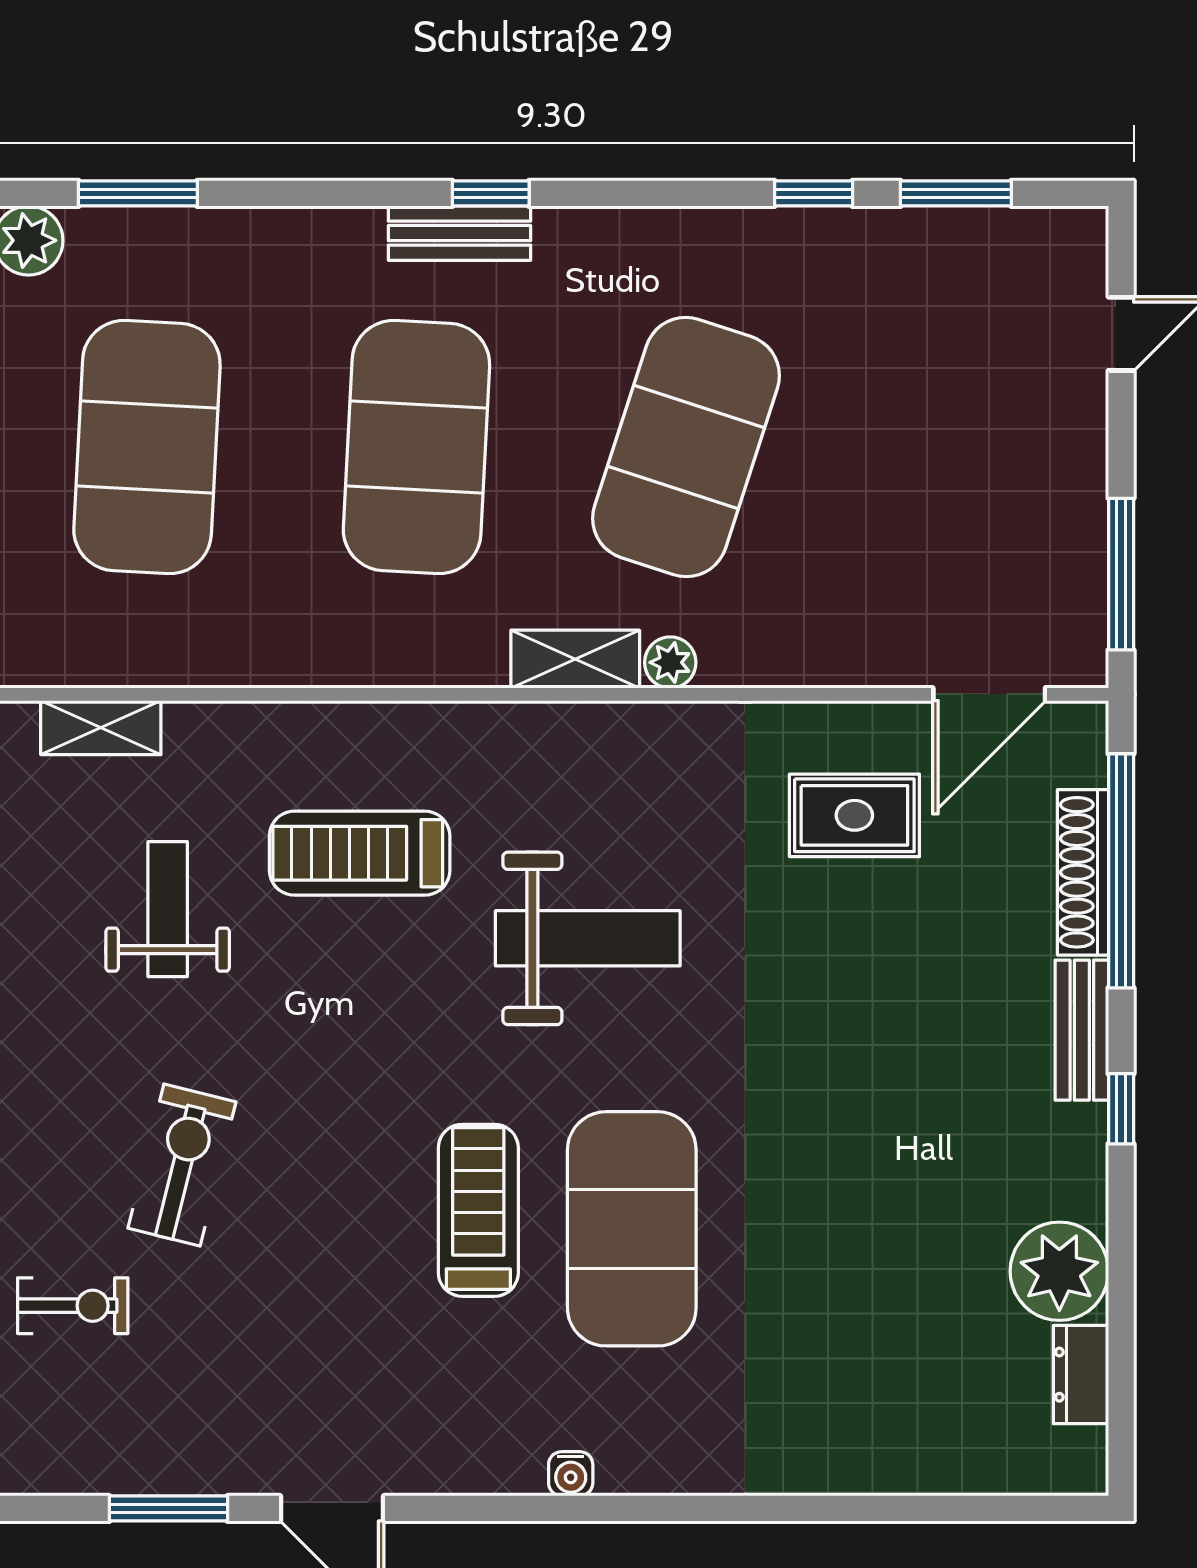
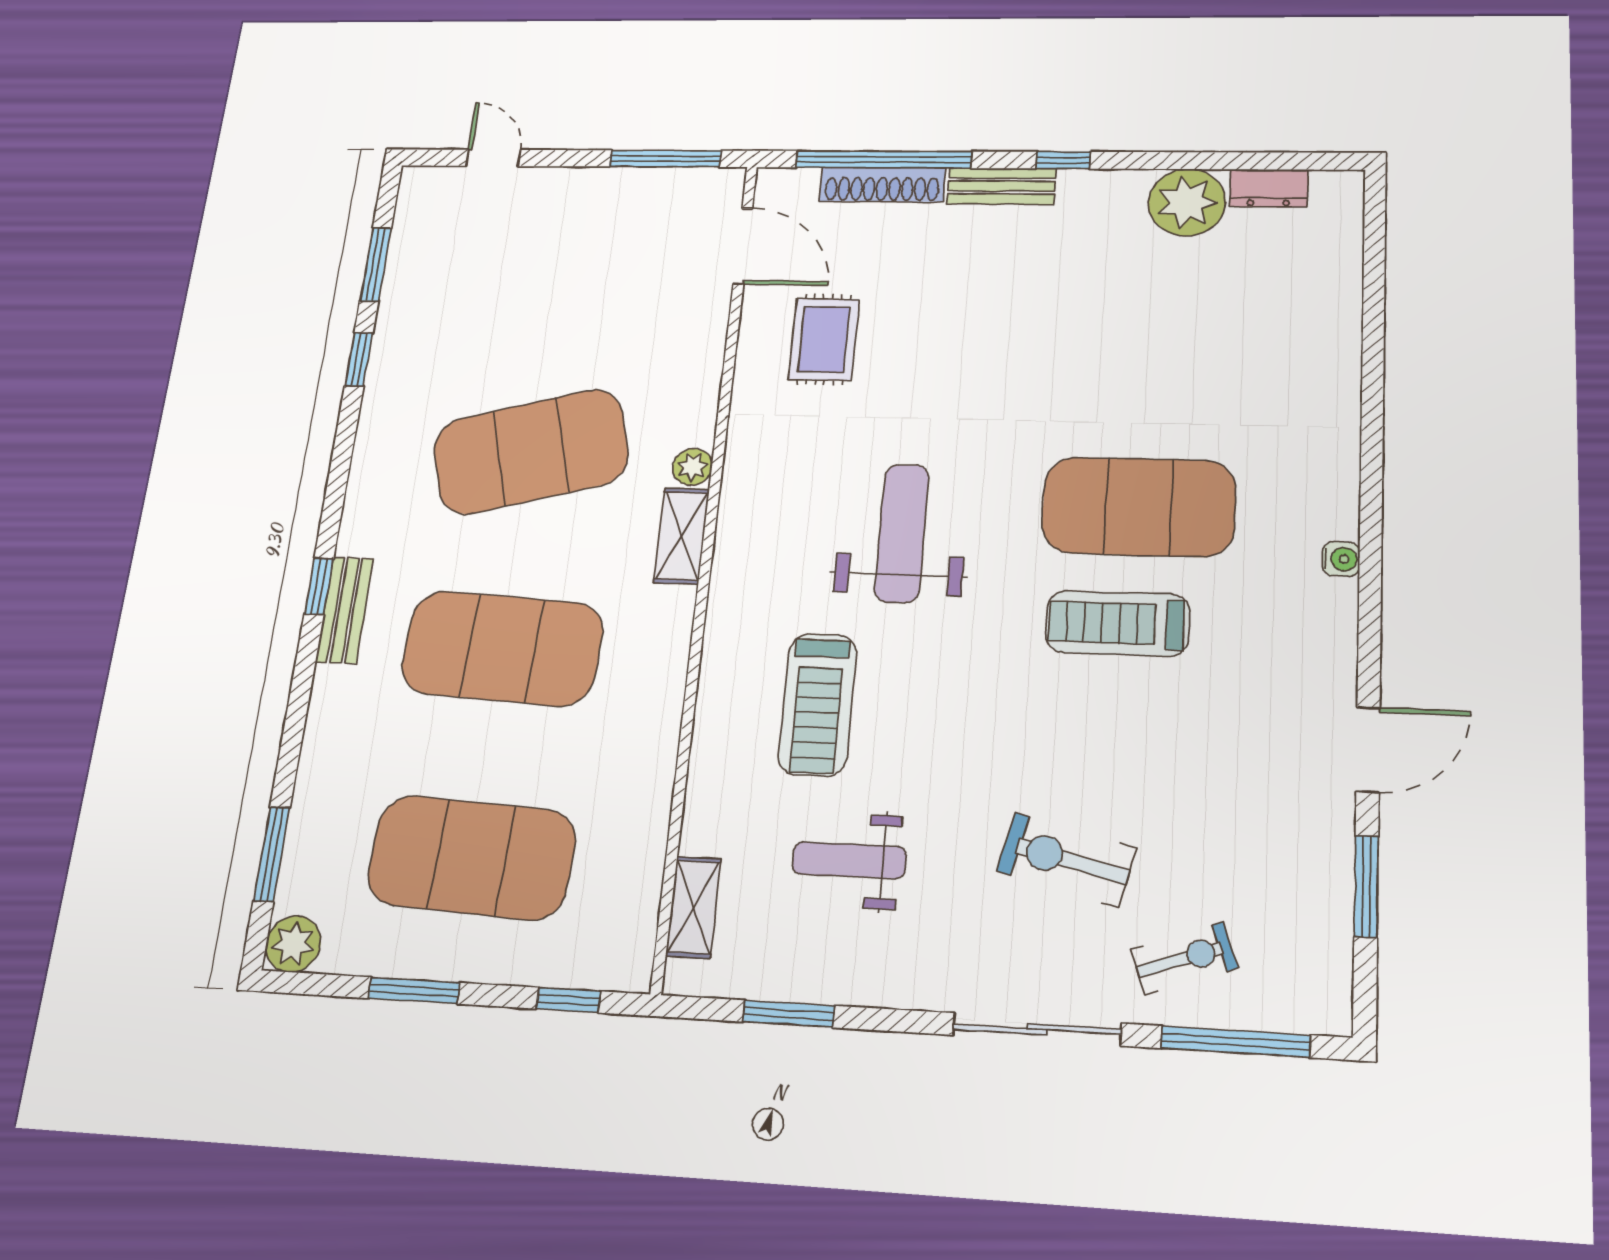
exercise mat: (686, 447) -> (531, 452), turned -33
exercise bike: (73, 1306) -> (1184, 959), turned 70

